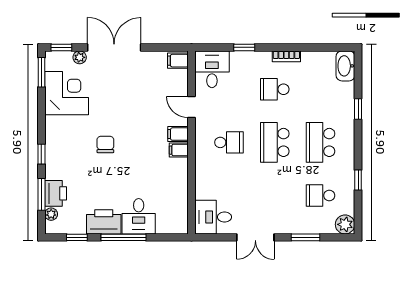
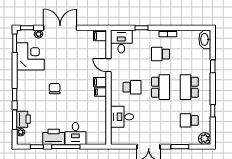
school desk: (275, 142) -> (161, 87), turned 180
desk: (213, 217) -> (122, 117), moved

